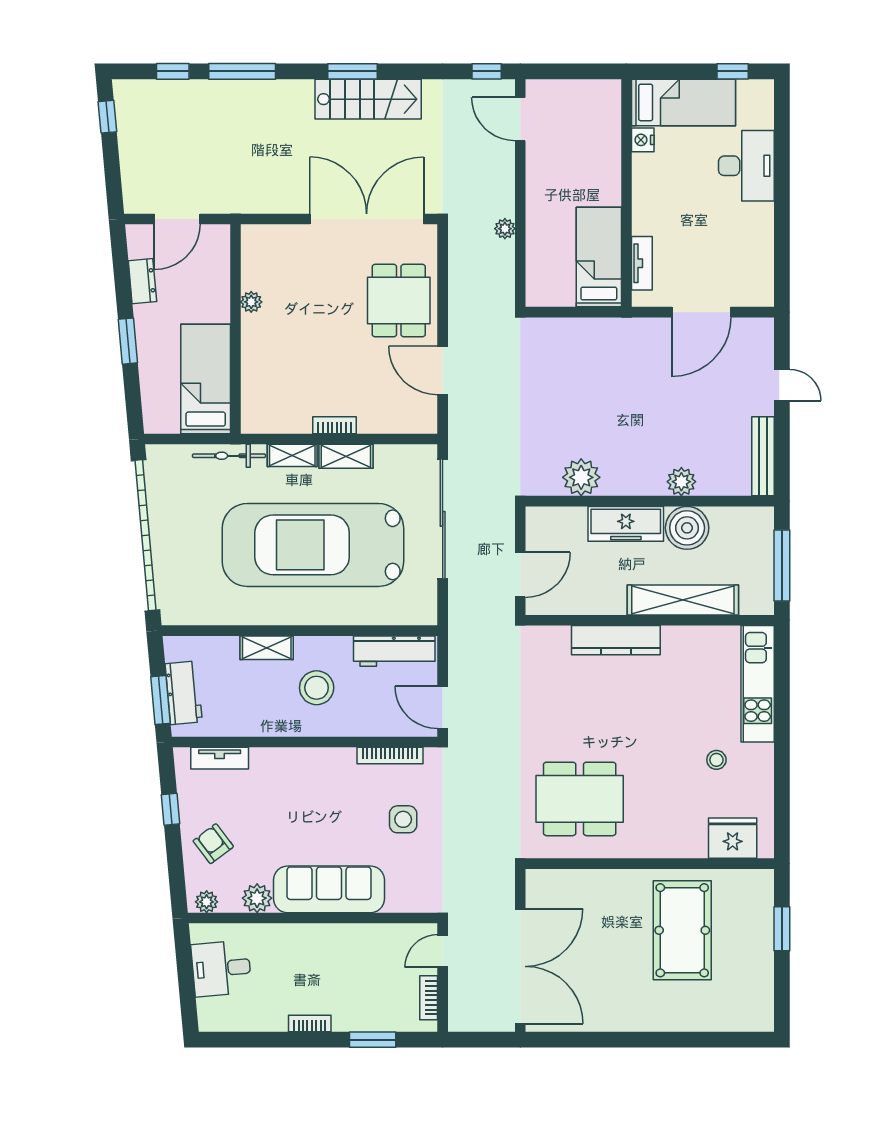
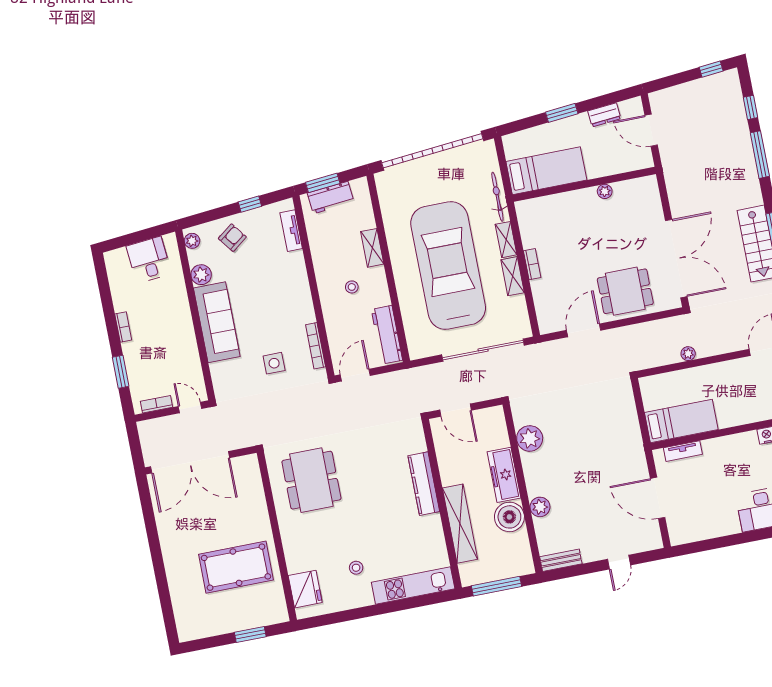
bench: (763, 456) -> (561, 560), width x0.73
stool: (317, 688) -> (352, 287), width x0.53, depth x0.53

